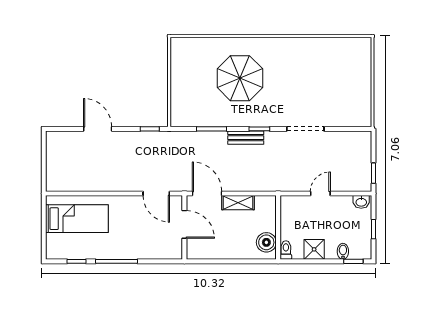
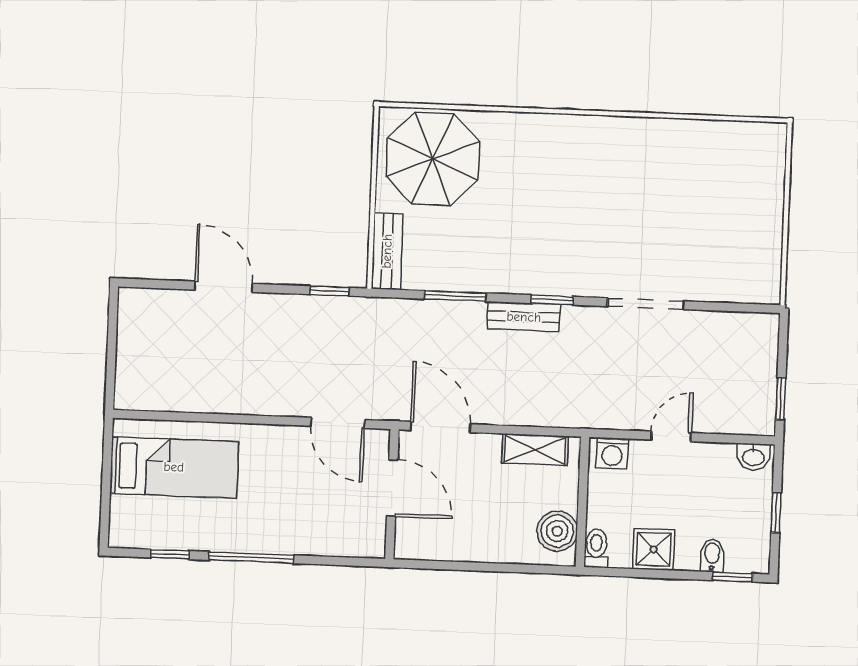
parasol: (240, 78) -> (433, 159), moved
bench: (177, 108) -> (387, 251), added
shelving: (238, 203) -> (535, 450), moved
washing machine: (292, 203) -> (612, 453), added

